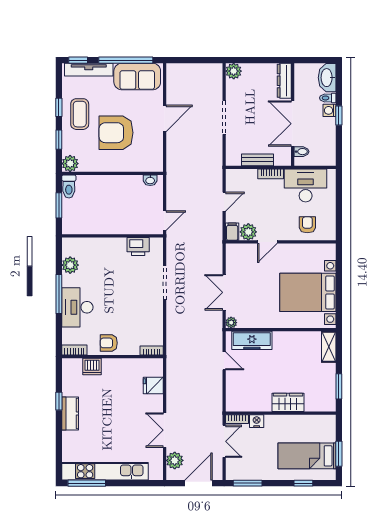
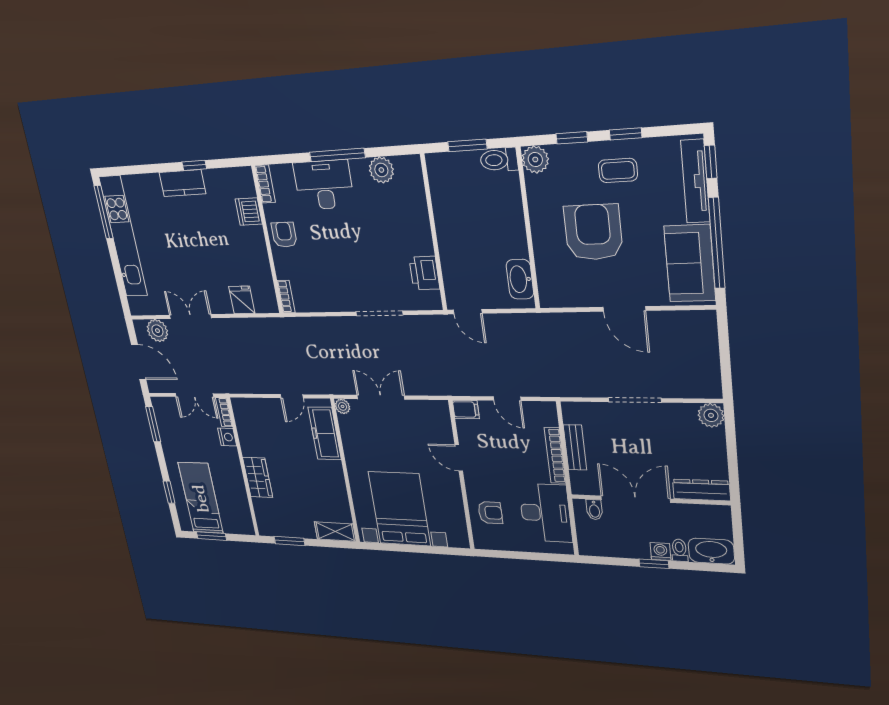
coffee table: (80, 114) -> (618, 170), width x0.73, depth x0.77
bookcase: (271, 174) -> (555, 455), width x1.56
washbasin: (150, 180) -> (520, 279), width x1.91, depth x1.45
plant: (248, 232) -> (469, 432), removed

